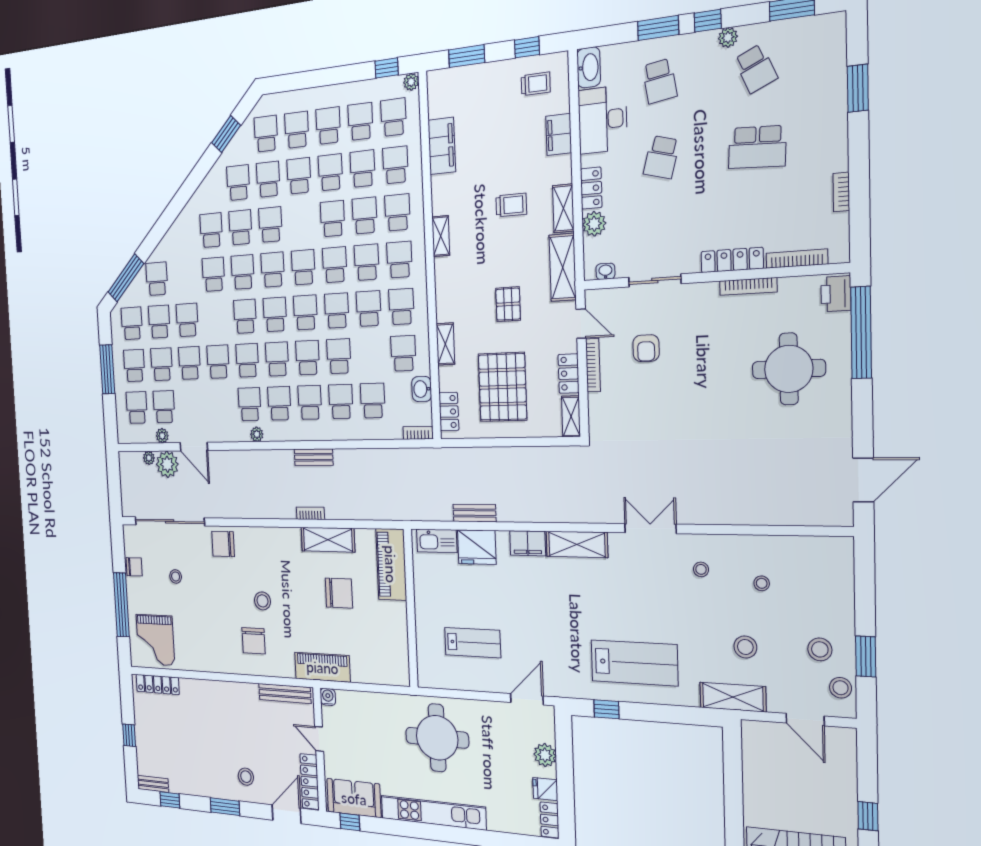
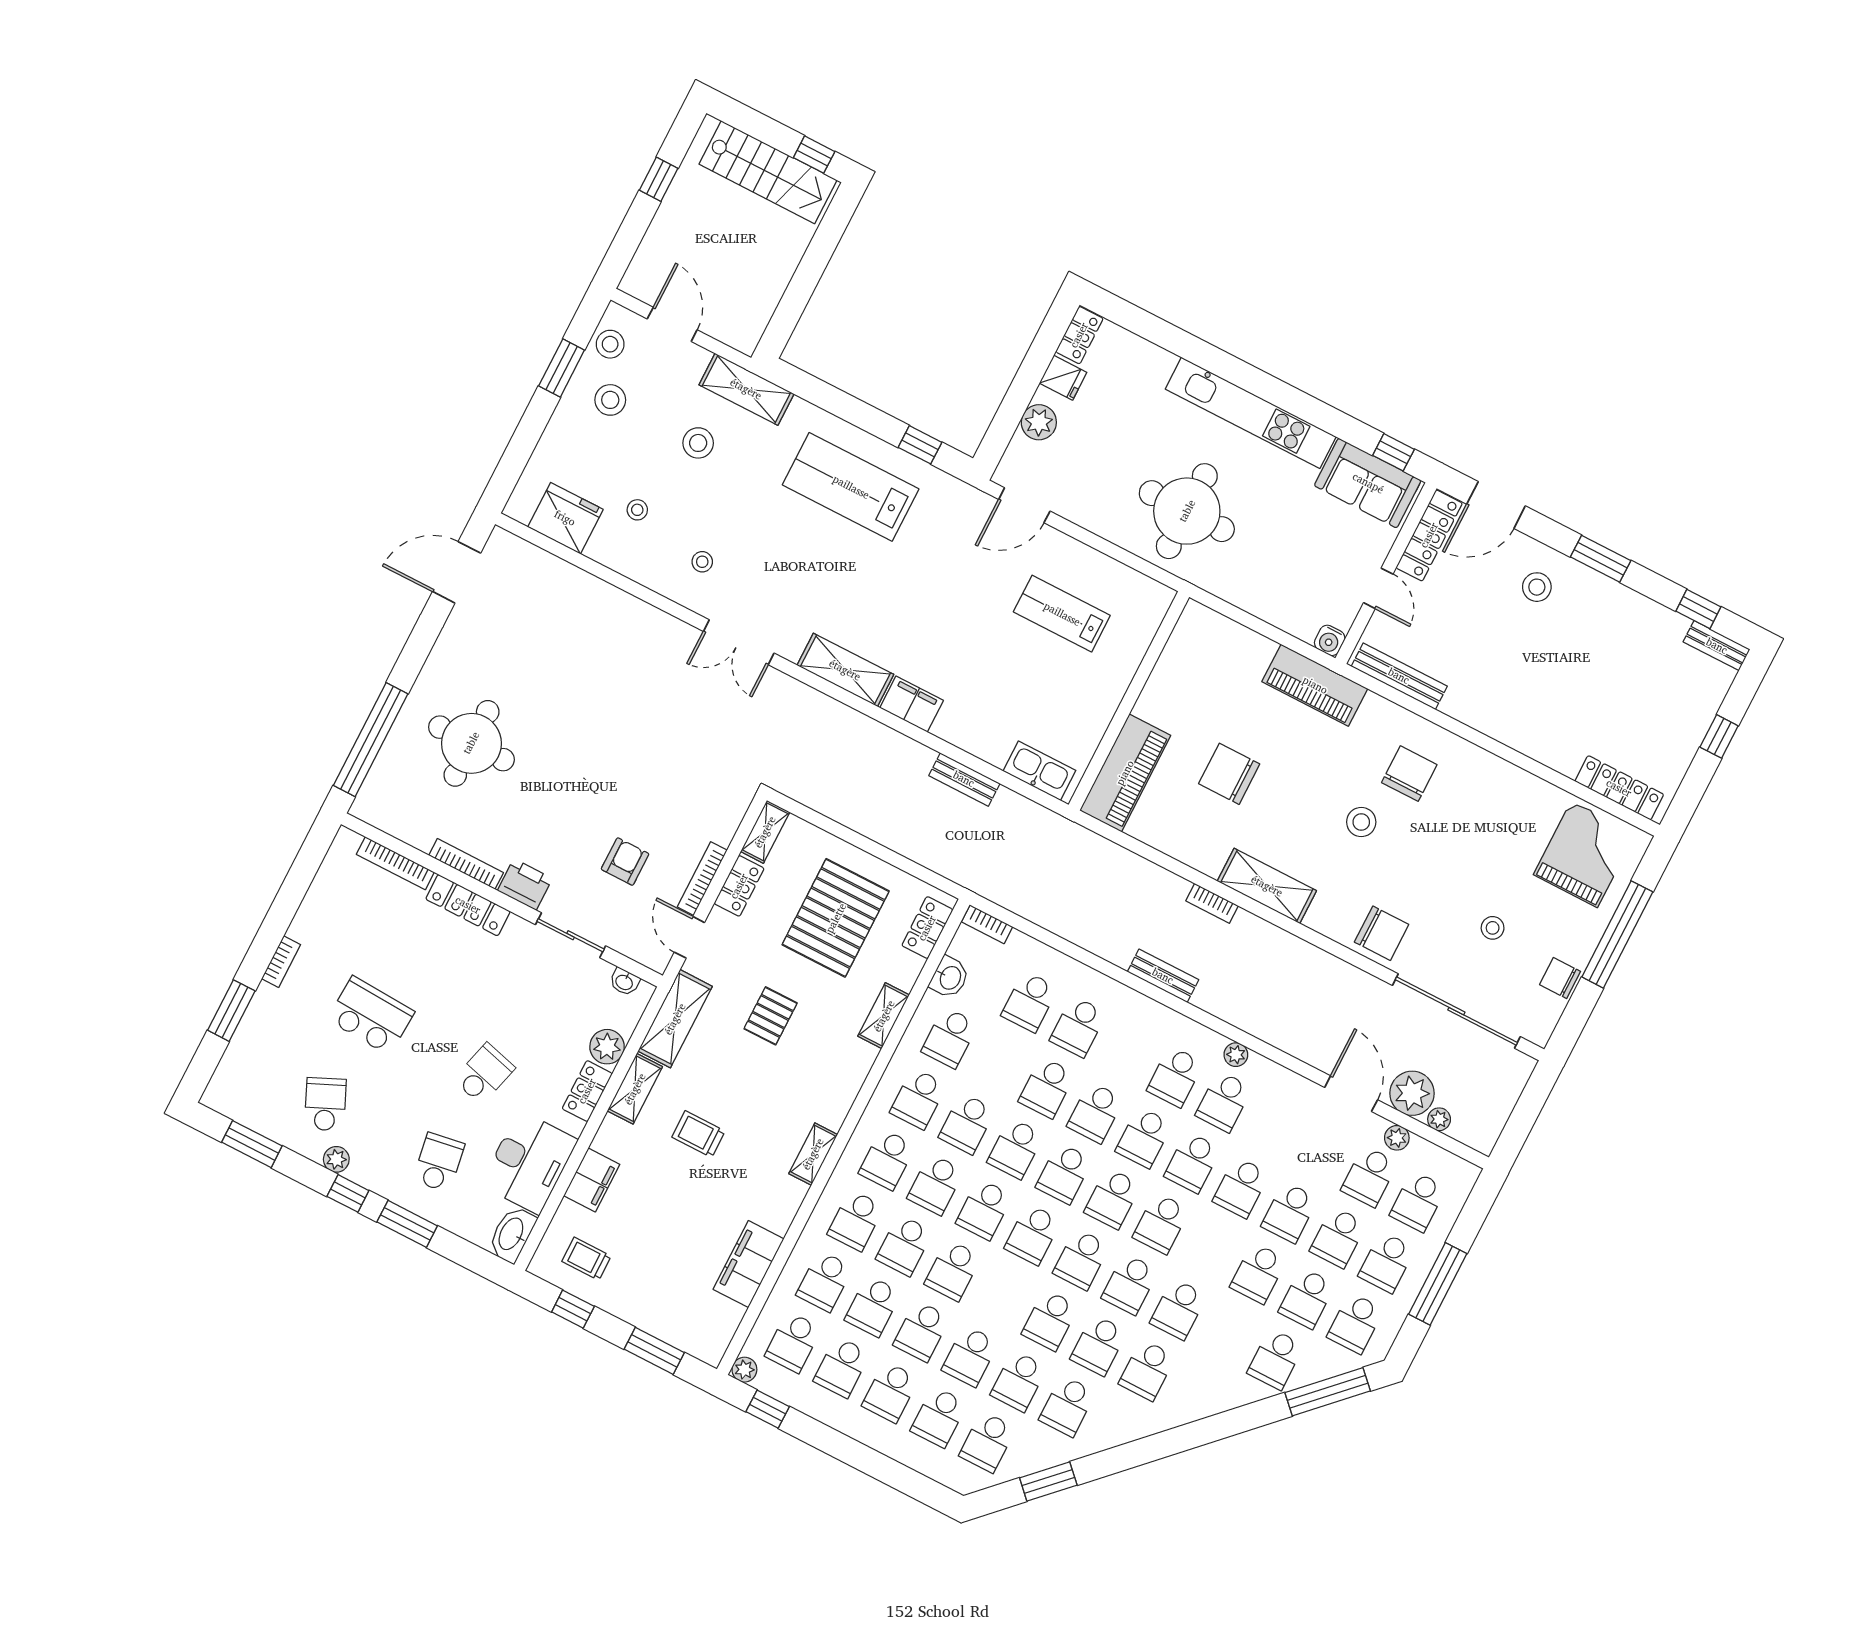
bookcase: (841, 192) -> (281, 962), moved
printer: (836, 294) -> (525, 884), moved, turned -90
school desk: (310, 402) -> (1127, 1052), removed
shelving: (328, 540) -> (1267, 886), moved
fridge: (477, 547) -> (565, 518), moved

